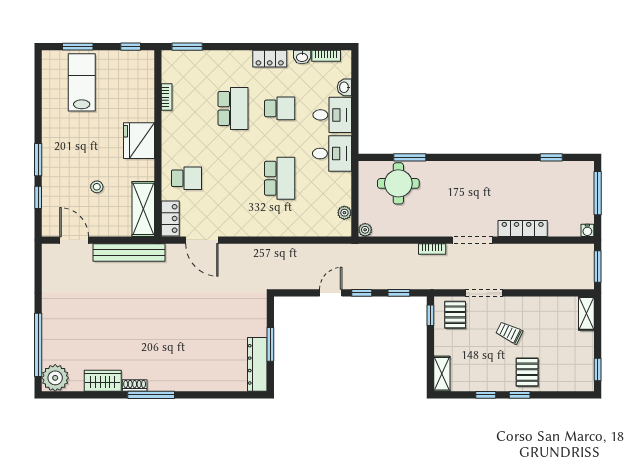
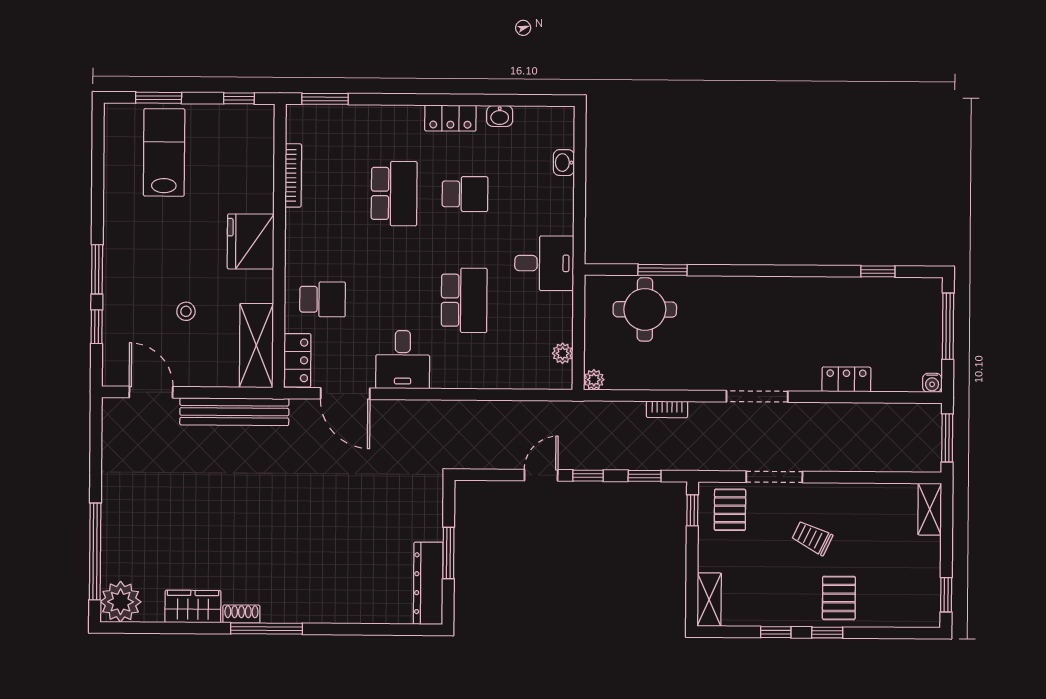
bookcase: (326, 56) -> (536, 114), removed
bookcase: (167, 97) -> (293, 175), width x1.56
desk: (332, 115) -> (403, 360), moved, turned 90
locker: (523, 228) -> (846, 379), width x0.66
bookcase: (432, 249) -> (667, 409), moved

